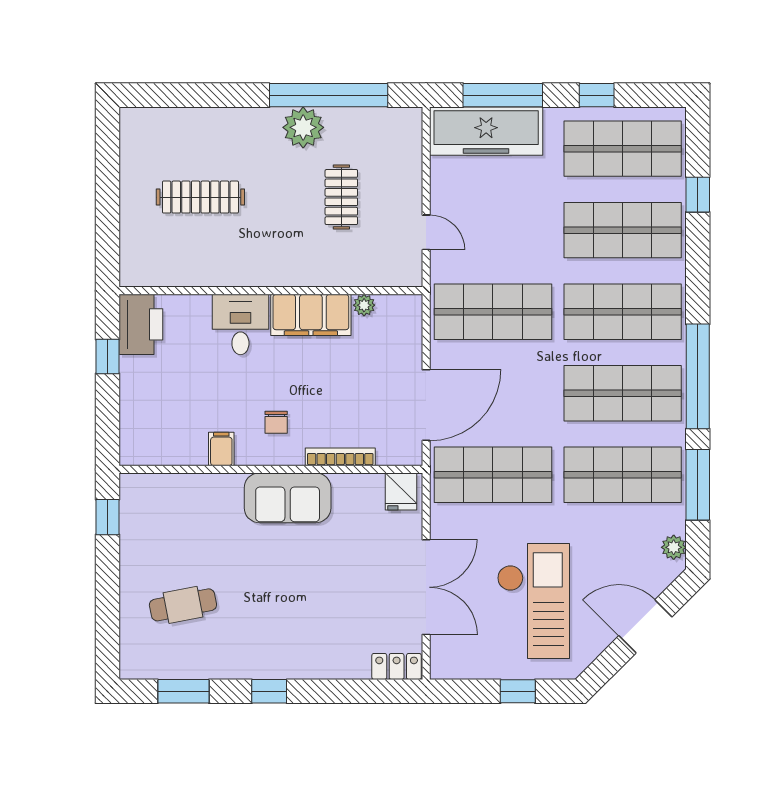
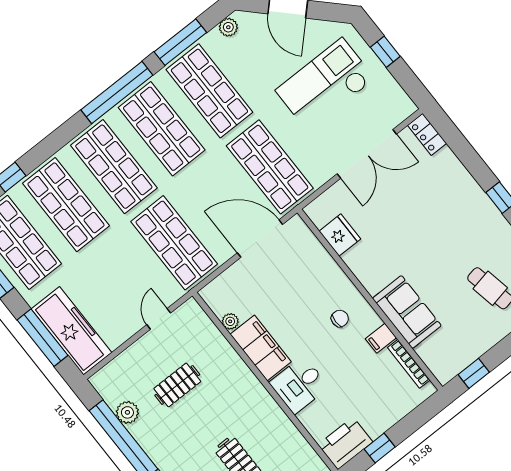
plant: (303, 127) -> (127, 412), moved, width x0.73, depth x0.73
bookcase: (340, 457) -> (409, 364), moved
fridge: (401, 491) -> (340, 235), moved, width x1.38
sofa: (288, 498) -> (407, 312), moved
double door: (426, 587) -> (367, 154), swing flipped

